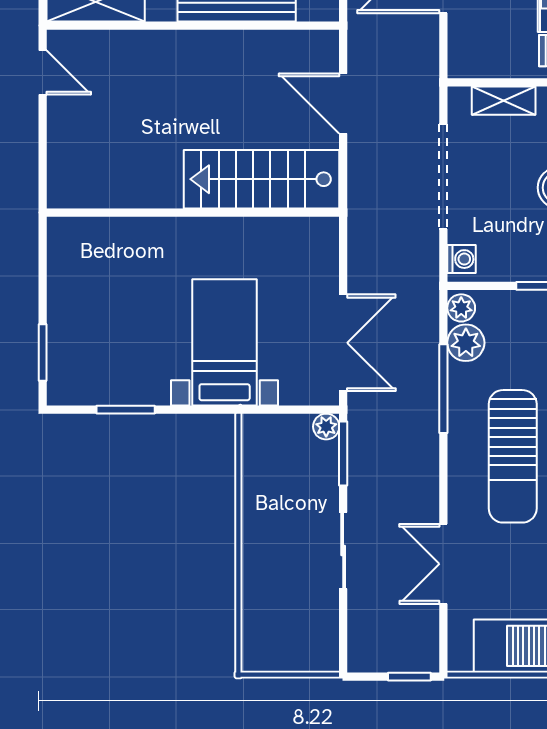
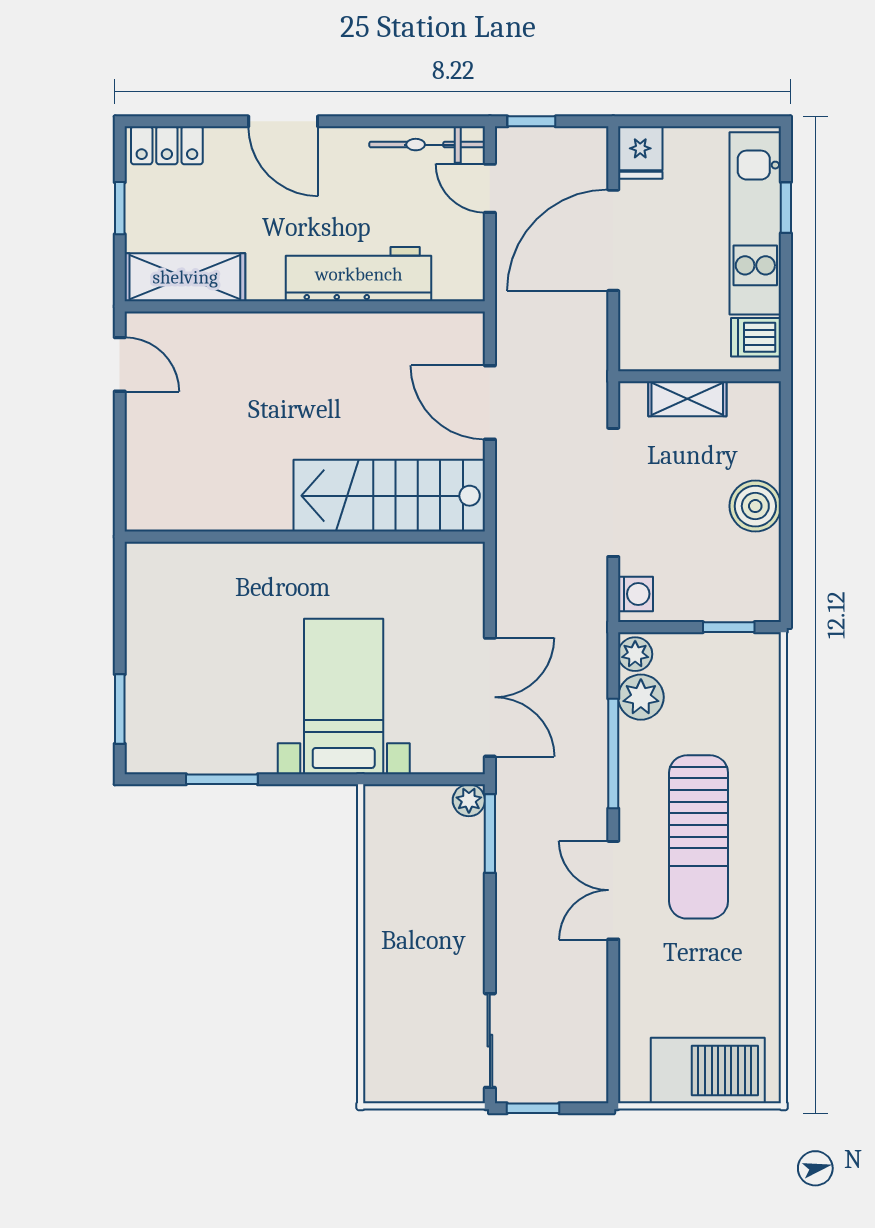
sliding door: (343, 551) -> (490, 1041), moved
double door: (443, 564) -> (613, 890), moved
window: (409, 677) -> (533, 1108), moved

